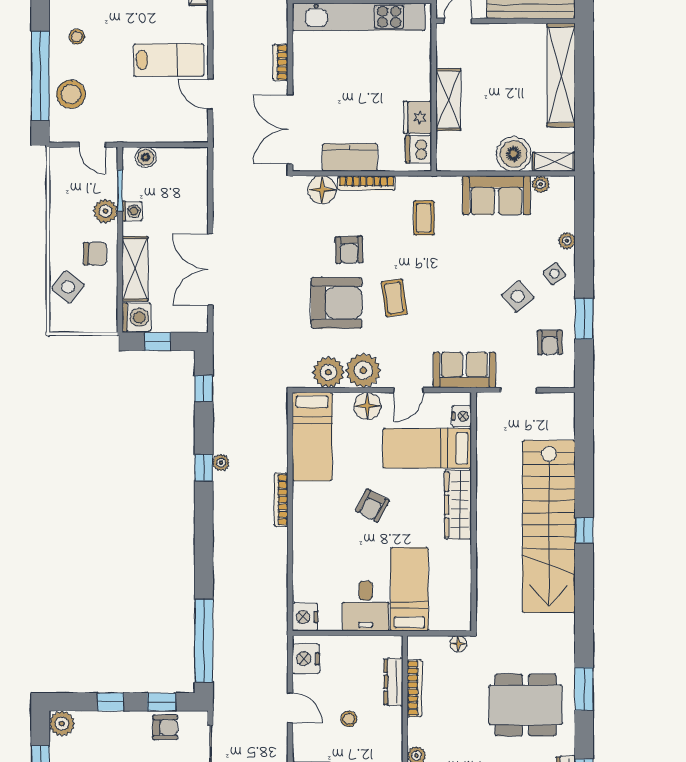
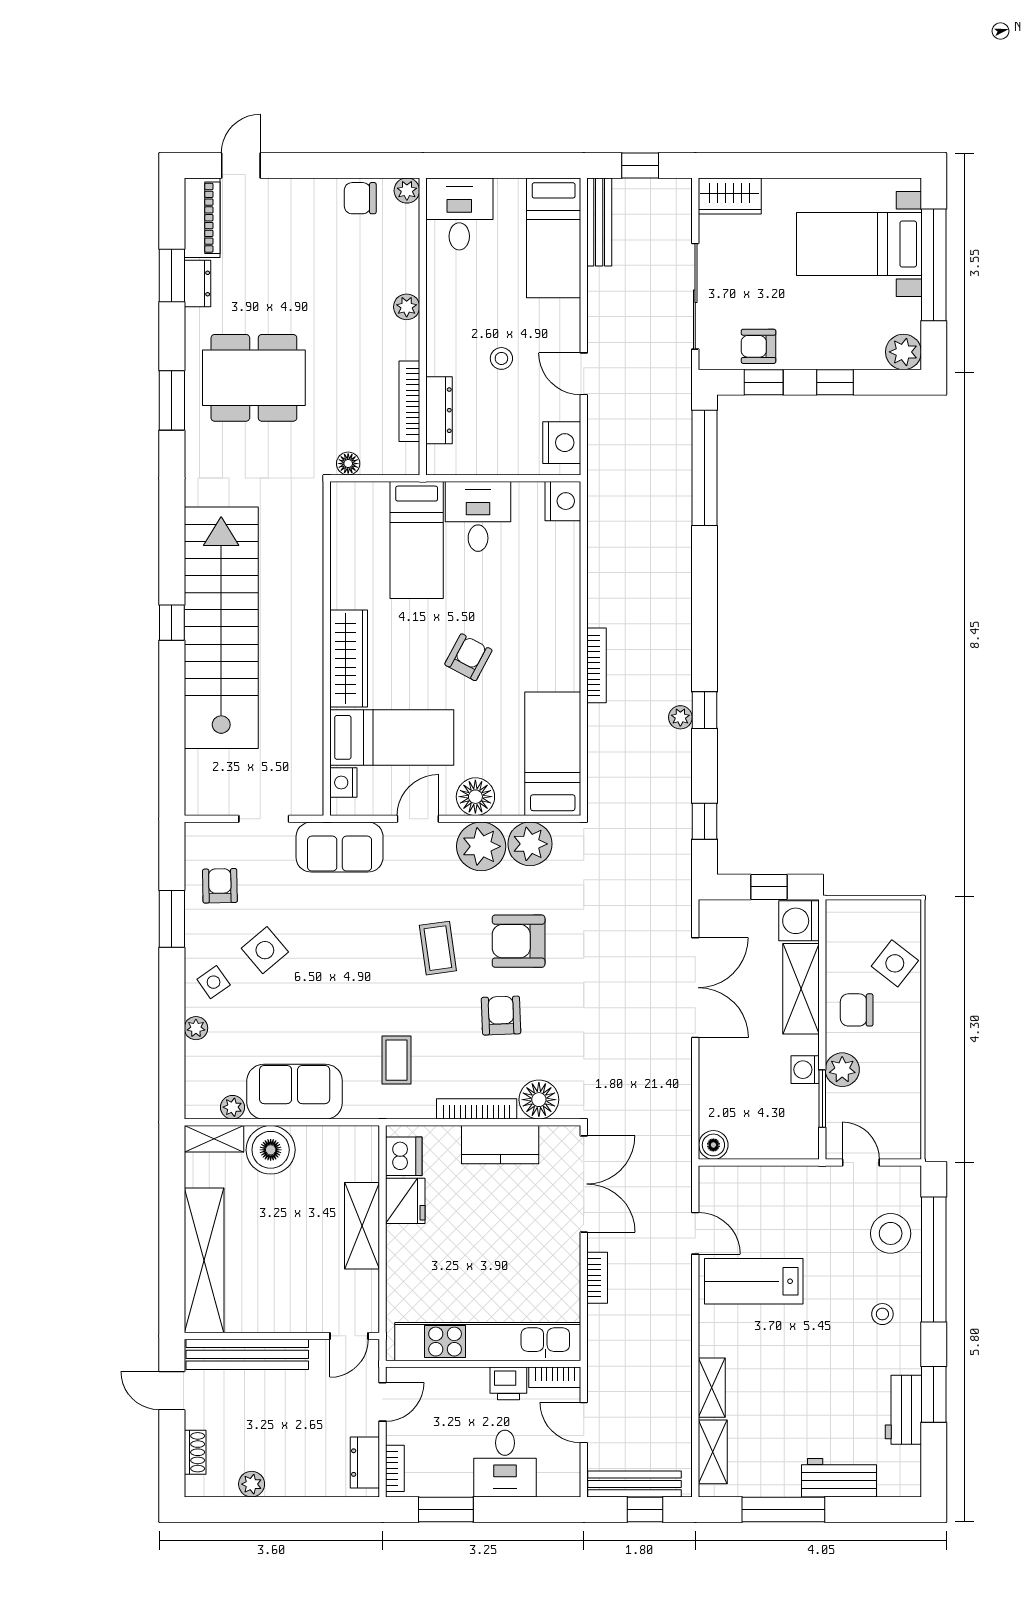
boiler: (146, 157) -> (713, 1145), moved
armchair: (337, 303) -> (519, 941), width x0.73, depth x0.73

